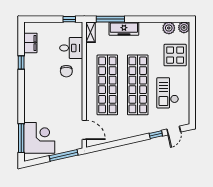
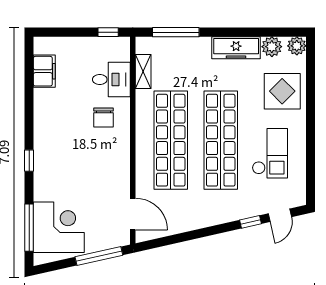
freezer: (124, 29) -> (236, 48), moved
shelving: (91, 32) -> (143, 71), moved
window: (21, 62) -> (29, 161), moved
checkout: (168, 93) -> (270, 153), turned 180

